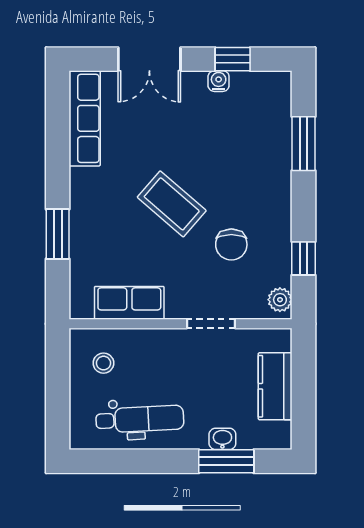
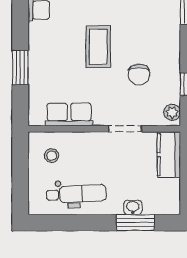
coffee table: (172, 204) -> (98, 47), turned 49
kitchen counter: (275, 386) -> (169, 155), moved

